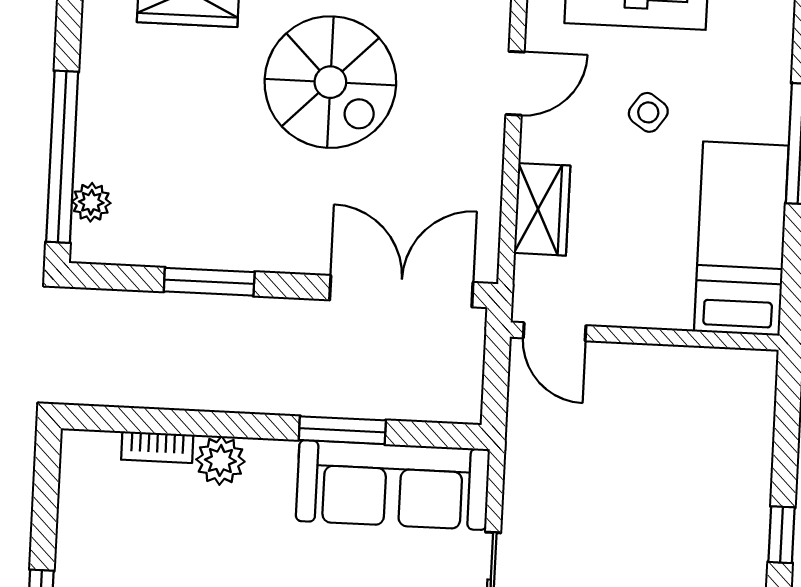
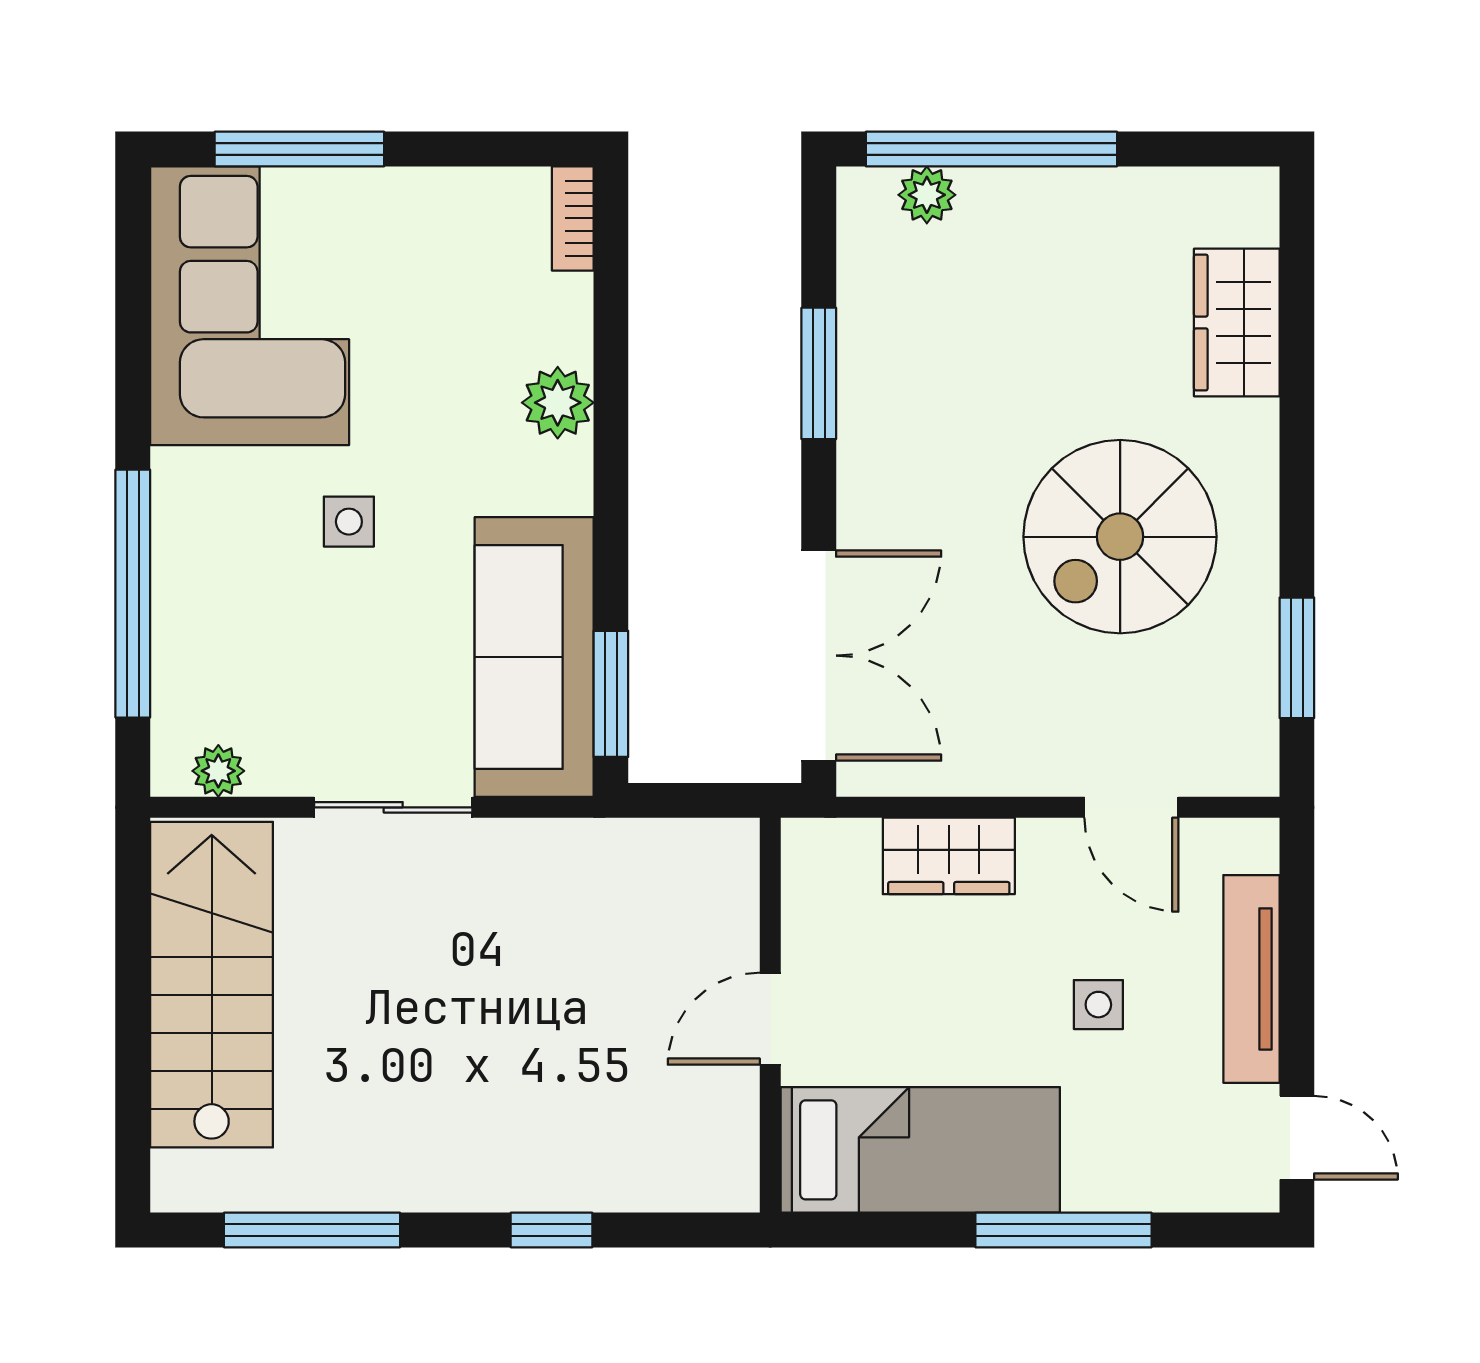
side table: (648, 112) -> (1098, 1005), turned -35
door: (555, 332) -> (770, 1019), moved
window: (342, 430) -> (611, 694), moved
bookcase: (157, 447) -> (573, 218), moved
window: (781, 535) -> (552, 1230), moved

